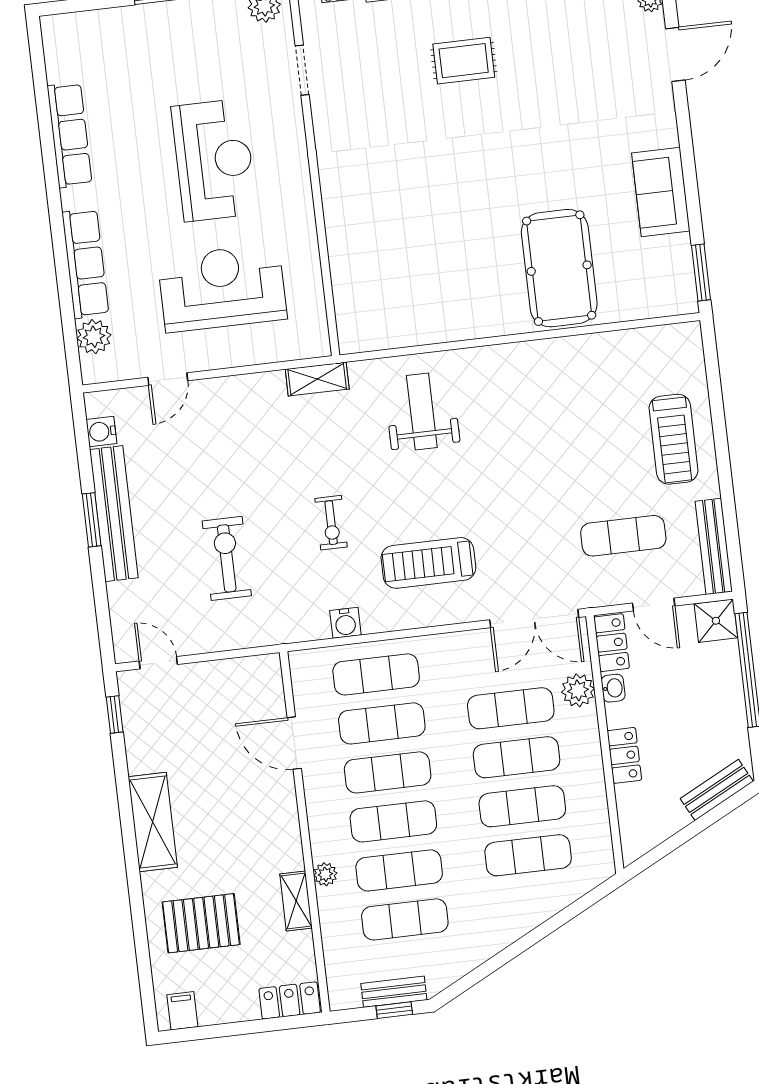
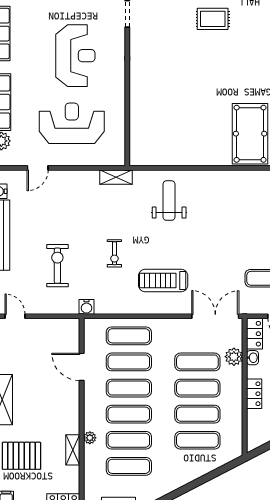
double door: (534, 619) -> (215, 316), swing flipped
water cooler: (345, 623) -> (87, 307), moved

